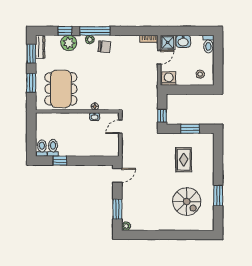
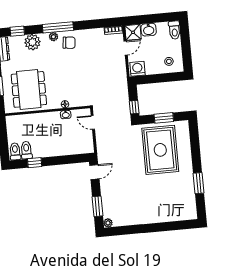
window: (65, 31) -> (17, 31), moved
door: (120, 127) -> (93, 122), hinge flipped
rug: (184, 160) -> (160, 150), width x1.86, depth x2.06
spiral stairs: (187, 202) -> (167, 192), removed

